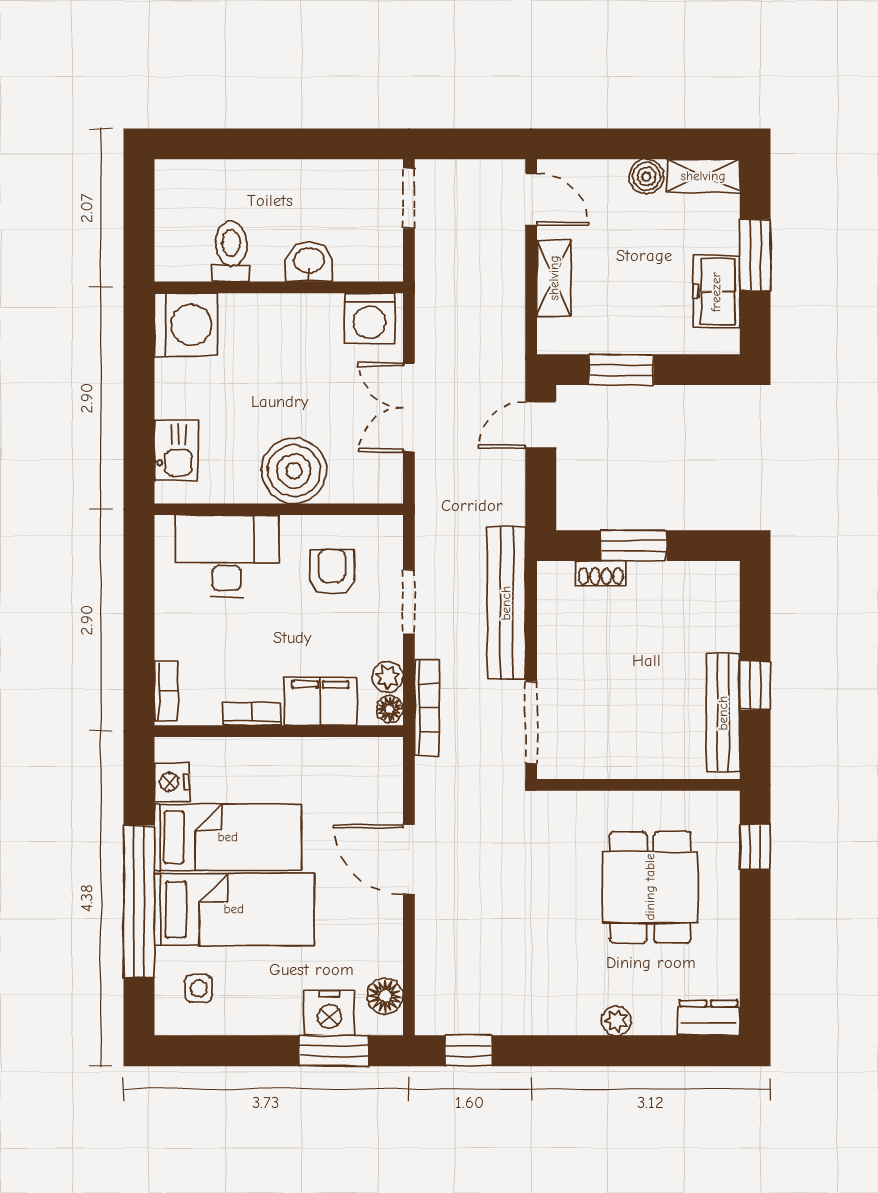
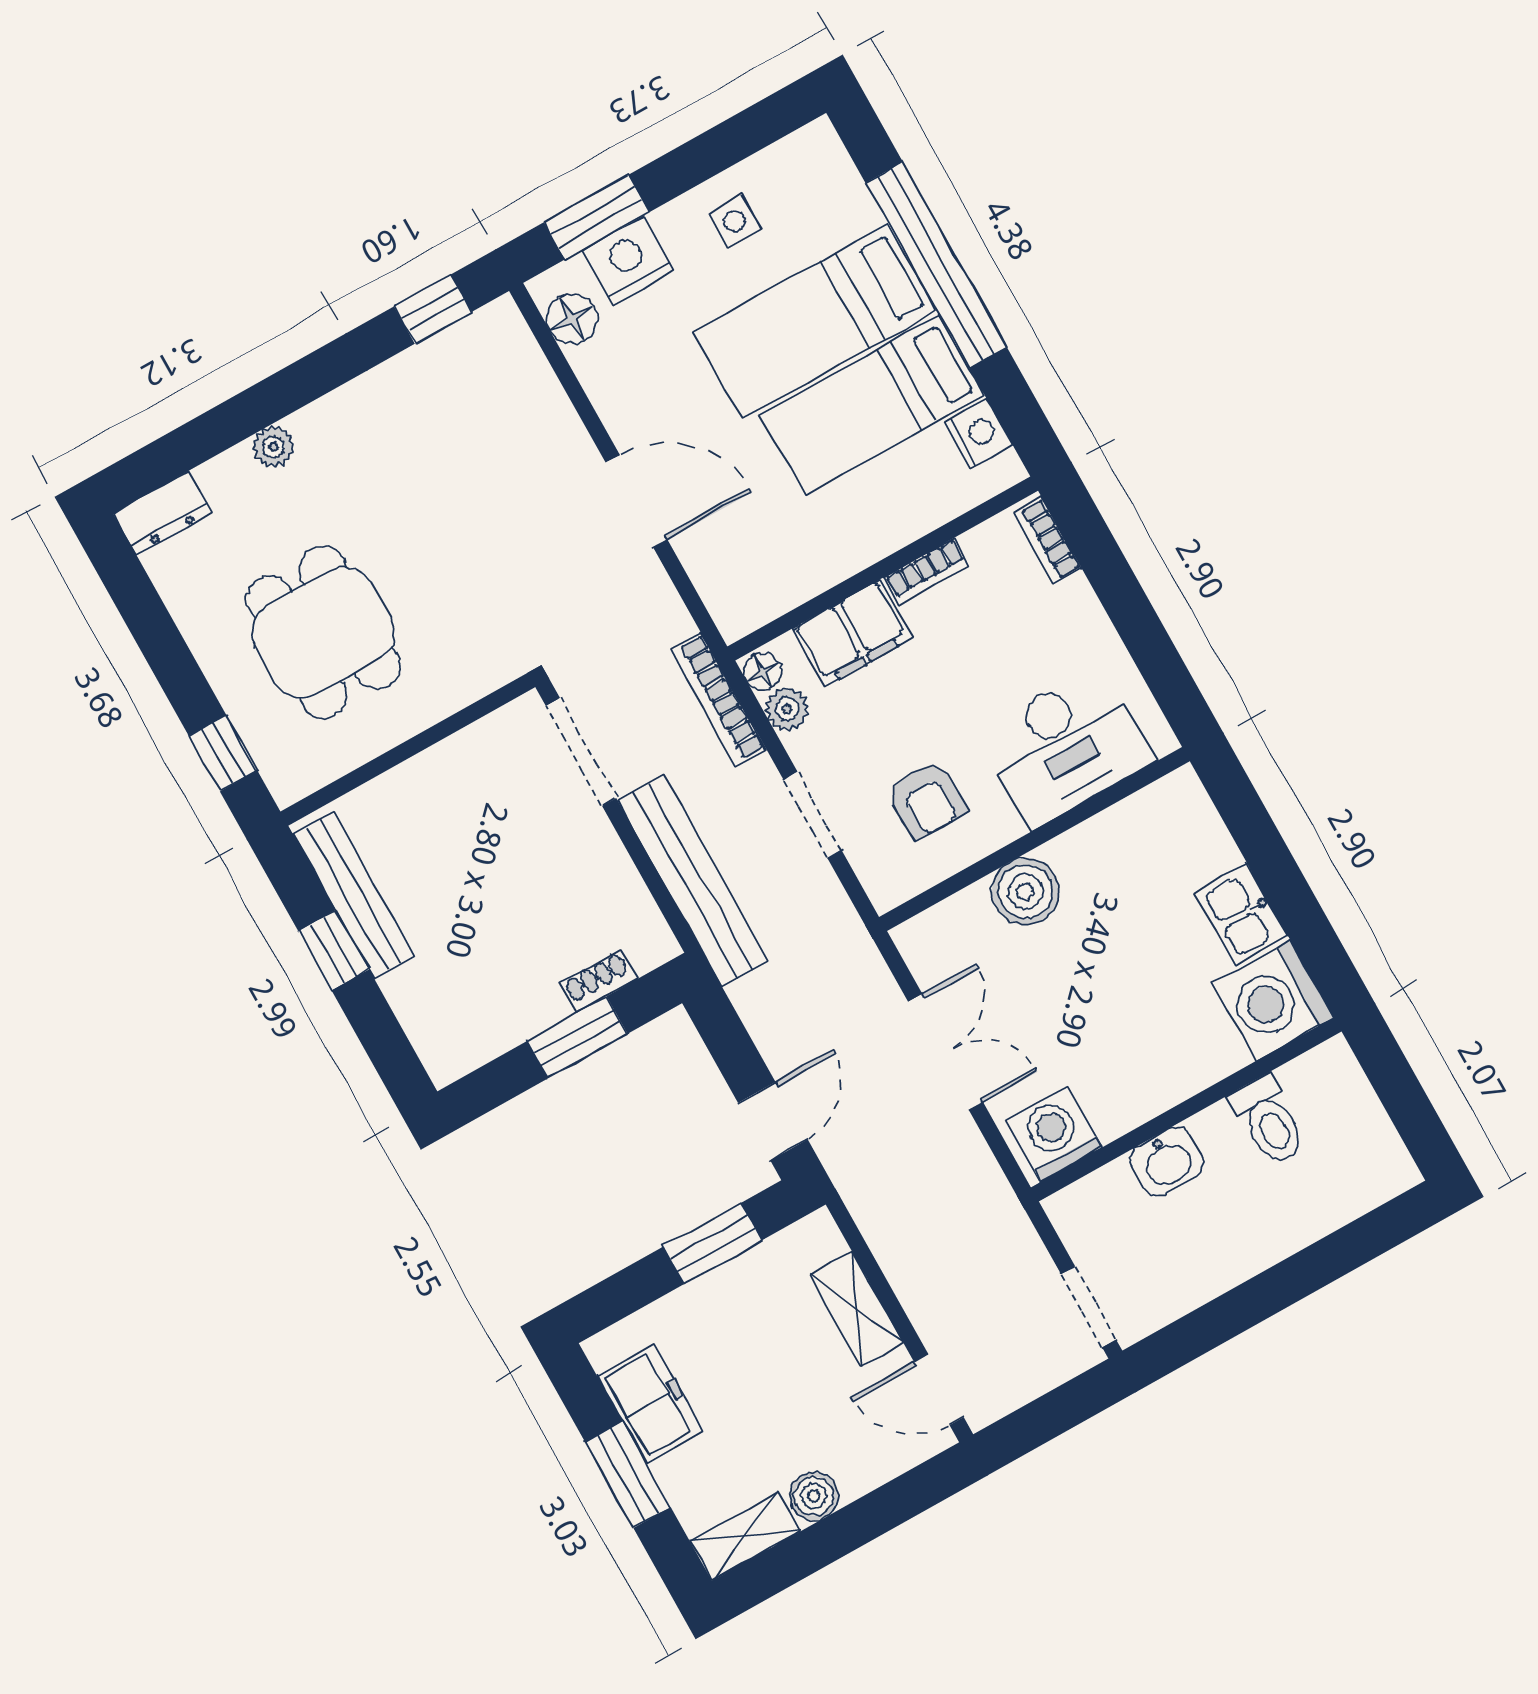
kitchen sink: (176, 451) -> (1241, 915), moved
boiler: (294, 471) -> (1025, 892), width x0.73, depth x0.73
side table: (199, 989) -> (735, 221), moved

